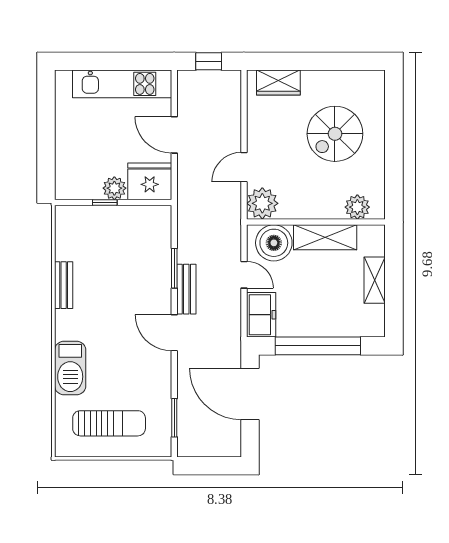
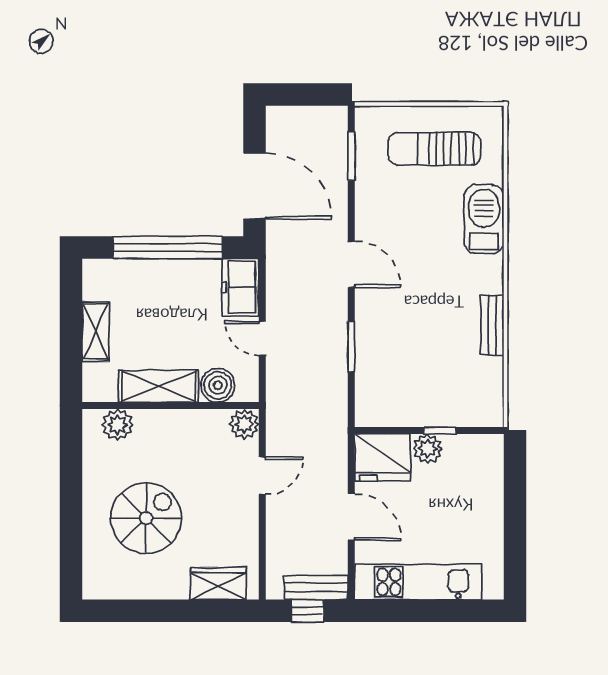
plant: (262, 203) -> (244, 424), width x0.73, depth x0.73
boiler: (274, 243) -> (218, 385), width x0.73, depth x0.73
bench: (186, 289) -> (316, 588), moved, turned 90

